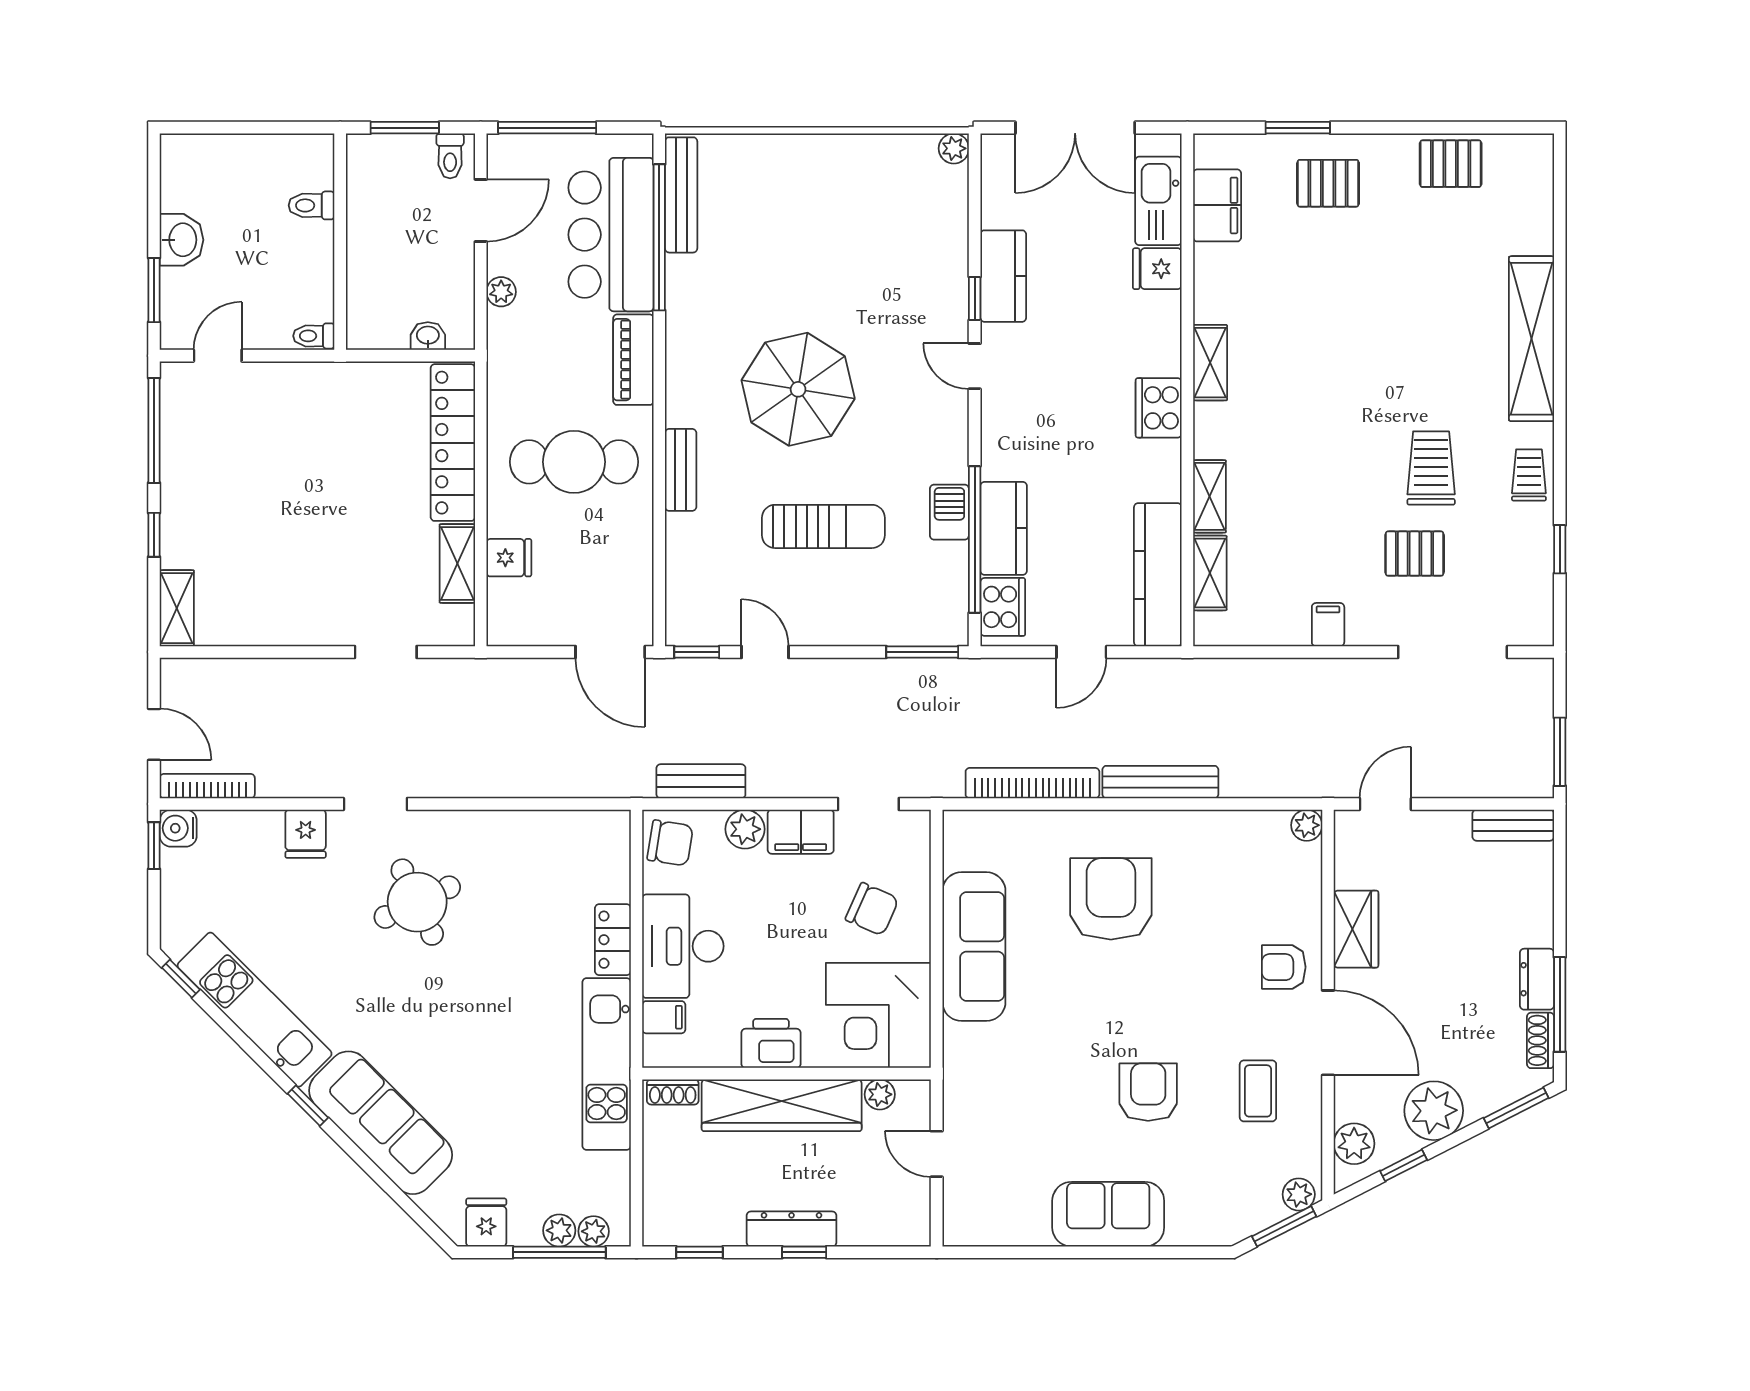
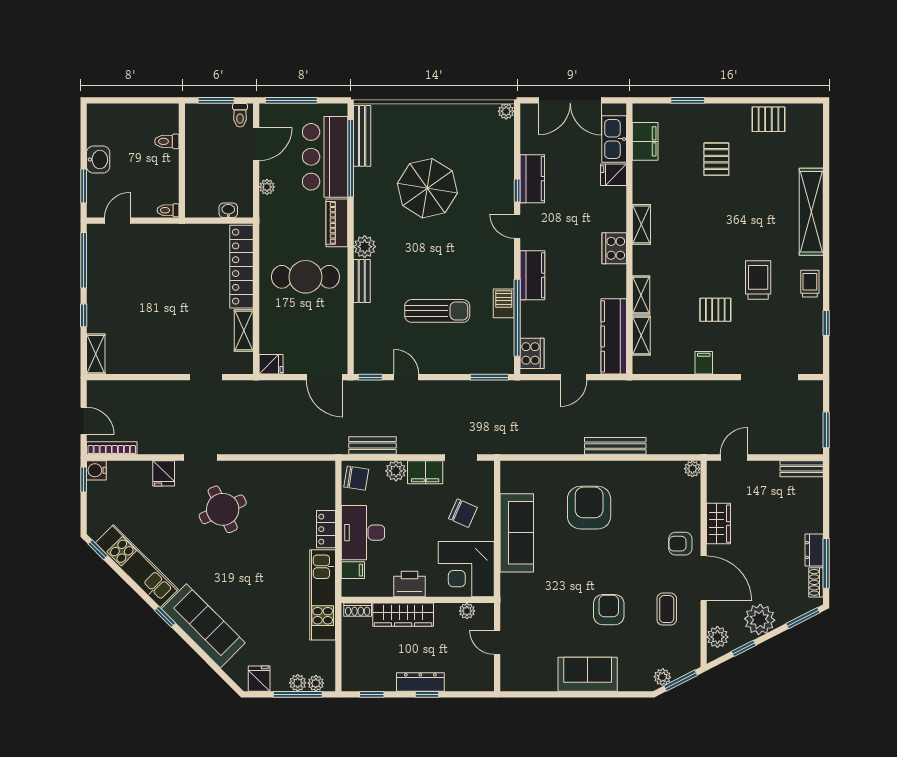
pallet: (1328, 183) -> (716, 159), moved, turned 90
parasol: (798, 389) -> (427, 188), moved
plant: (686, 405) -> (365, 247), added
kitchen counter: (1004, 528) -> (532, 275), moved
pallet: (1415, 554) -> (715, 310), moved
fridge: (509, 558) -> (271, 364), moved
bookcase: (1032, 783) -> (548, 446), removed
wardrobe: (782, 1105) -> (403, 615), width x0.71, depth x0.85
plant: (1299, 1194) -> (662, 677), moved

